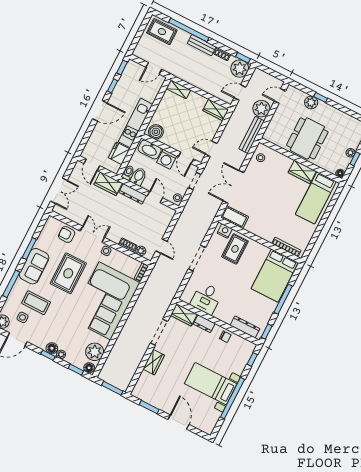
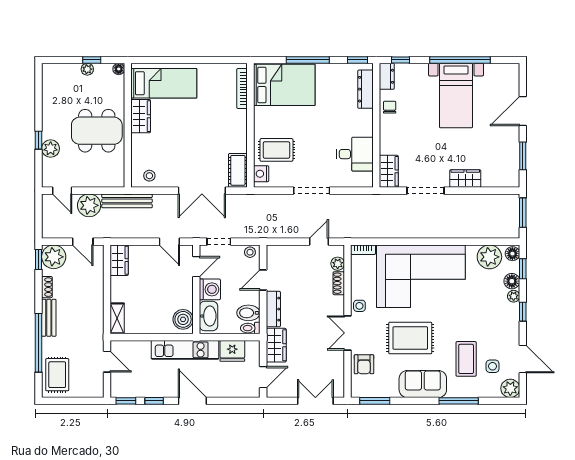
window: (29, 248) -> (375, 401), moved
dresser: (204, 324) -> (387, 76), moved
floor lamp: (52, 348) -> (512, 281), moved

